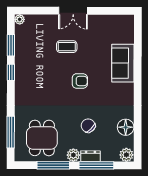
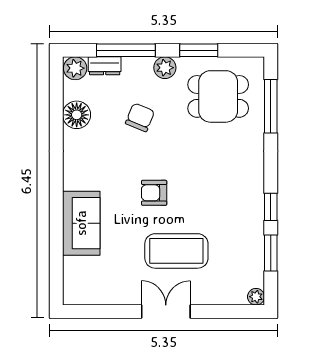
coffee table: (67, 47) -> (176, 251), width x1.86, depth x1.72
chair: (88, 126) -> (140, 117), turned -113
dining table: (42, 138) -> (218, 96), turned 90
dresser: (90, 156) -> (105, 66), moved
window: (53, 165) -> (199, 50), width x0.69

